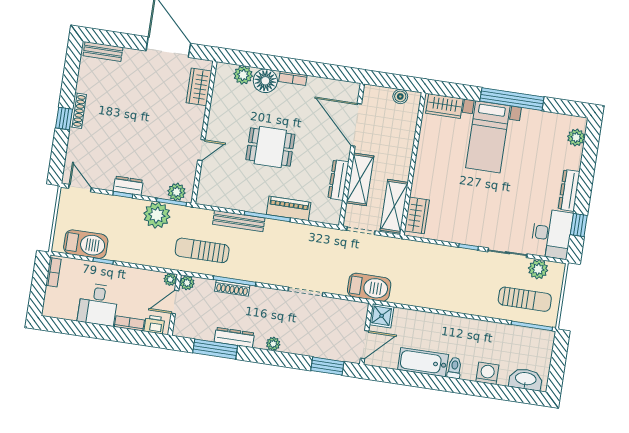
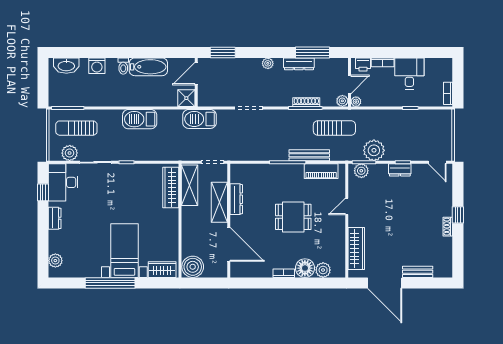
bench: (103, 52) -> (418, 272), moved
wardrobe: (199, 87) -> (356, 248), width x1.50
boiler: (400, 96) -> (193, 267), width x1.86, depth x1.86
shoe rack: (78, 111) -> (448, 227), width x0.70
dresser: (569, 190) -> (55, 218), width x0.70
piano: (289, 208) -> (321, 171), moved
wardrobe: (417, 215) -> (171, 188), width x1.50
barbecue: (86, 244) -> (140, 119), moved

